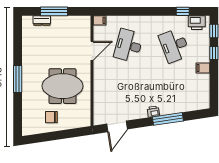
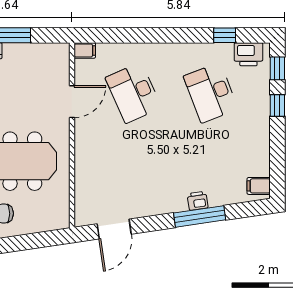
desk: (128, 45) -> (133, 93), turned -39
filing cabinet: (203, 68) -> (259, 186), moved
printer: (153, 112) -> (198, 201), moved

